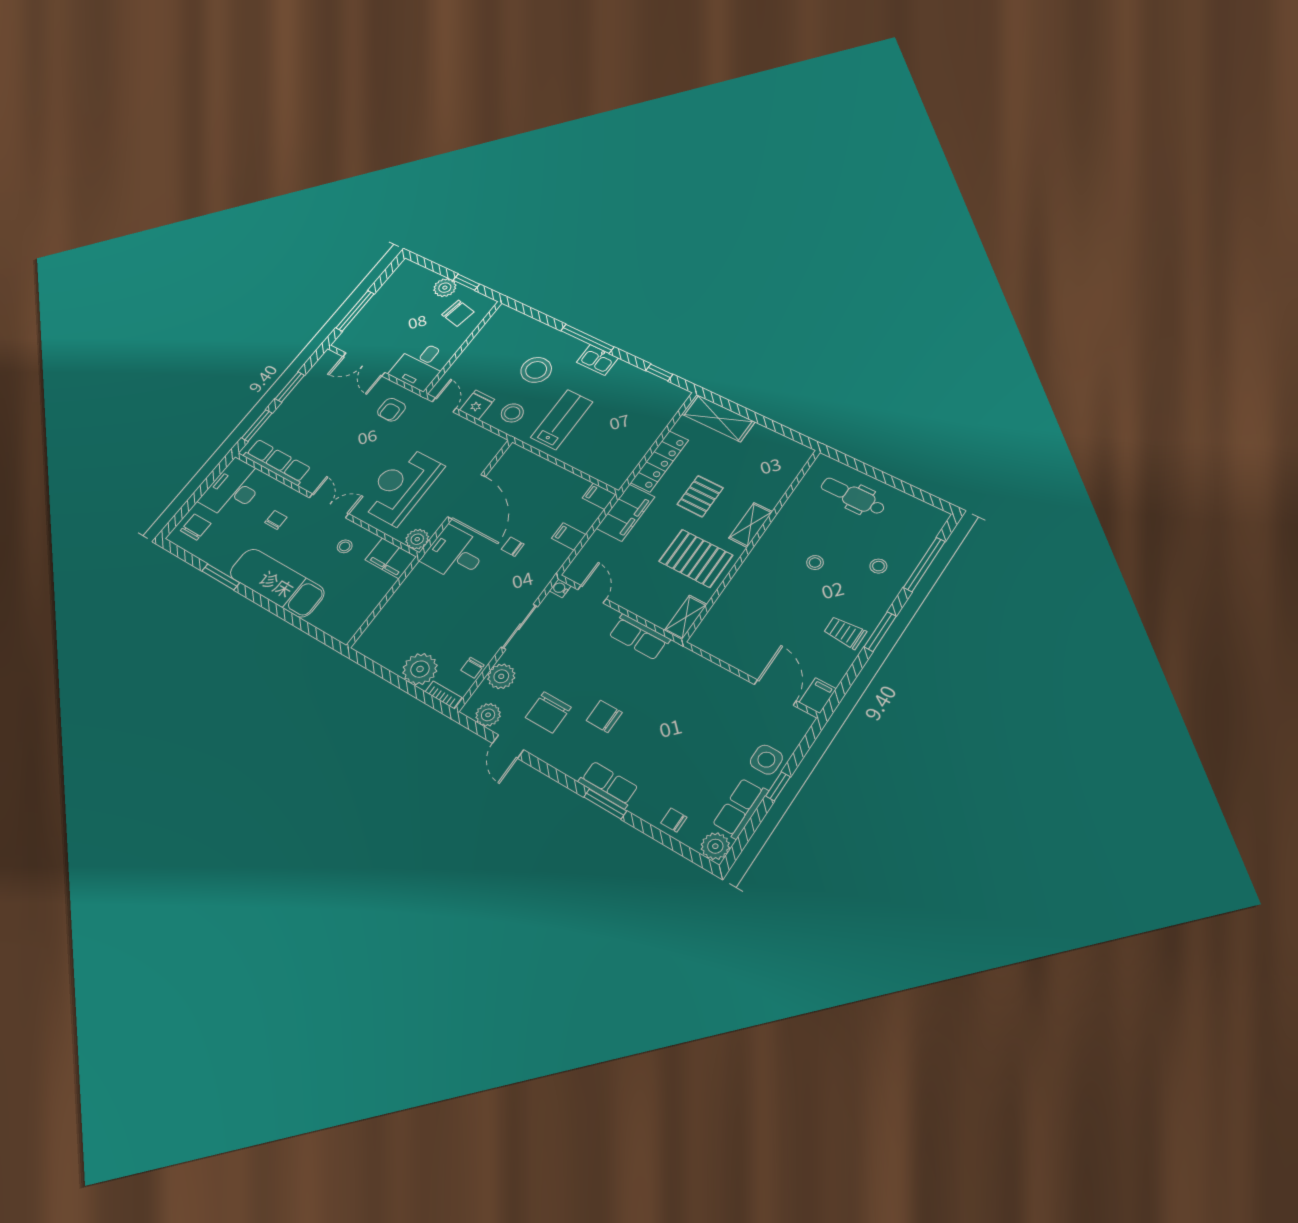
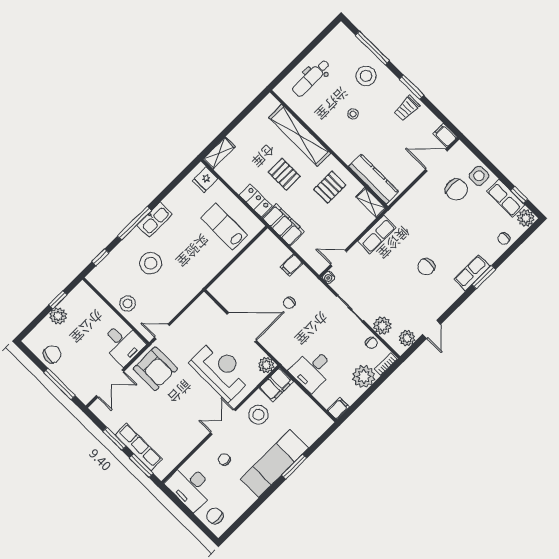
chair: (458, 313) -> (52, 354), moved
kitchen sink: (597, 360) -> (155, 220), width x1.38
window: (659, 372) -> (100, 257), moved
fridge: (477, 405) -> (205, 180), moved, turned -90
armchair: (391, 410) -> (155, 369), width x1.88, depth x1.88
stool: (512, 413) -> (128, 304), moved
shelving: (718, 418) -> (219, 153), width x0.67, depth x0.75
lab bench: (562, 420) -> (224, 227), moved
locker: (660, 461) -> (256, 201), width x0.66
row of seats: (277, 462) -> (138, 447), moved, turned 90
reception desk: (401, 486) -> (221, 370), turned 180
filing cabinet: (599, 496) -> (338, 409), moved, turned 180
shelving: (751, 525) -> (300, 135), width x2.20, depth x1.33
stool: (345, 546) -> (258, 415), width x1.89, depth x1.89
desk: (455, 554) -> (312, 370), moved
pallet: (696, 558) -> (330, 187), width x0.67, depth x0.71
stool: (878, 566) -> (366, 76), width x1.89, depth x1.89
window: (221, 577) -> (294, 467), moved
kitchen counter: (723, 613) -> (374, 179), added
chair: (548, 712) -> (456, 189), moved
door: (508, 747) -> (432, 329), hinge flipped
window: (778, 786) -> (519, 195), moved

